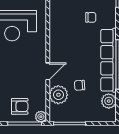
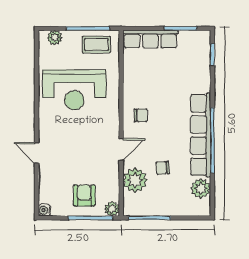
chair: (91, 17) -> (141, 115), moved
armchair: (20, 106) -> (84, 195), turned -90

